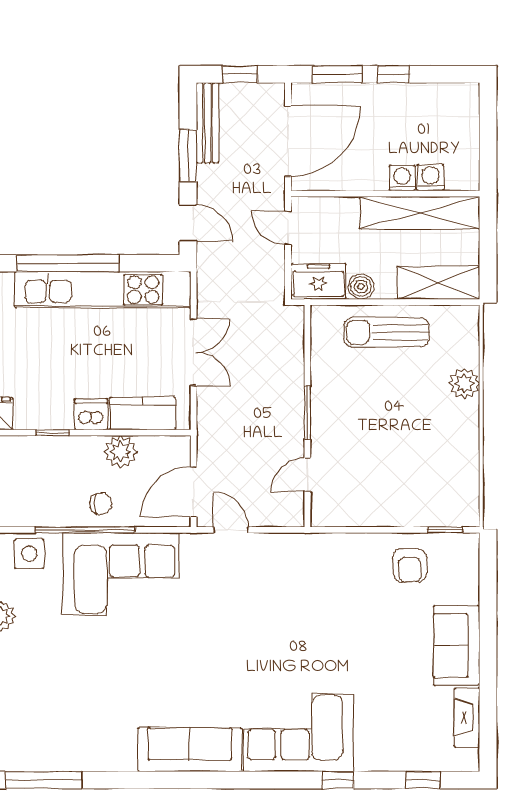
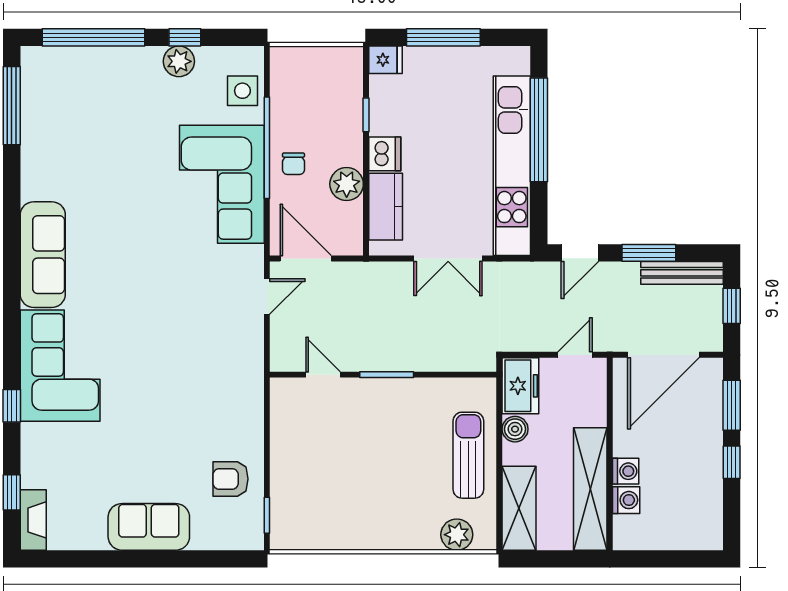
door: (288, 141) -> (663, 355), hinge flipped
plant: (464, 383) -> (457, 535), moved
fireplace: (467, 718) -> (33, 520), moved, turned 90

